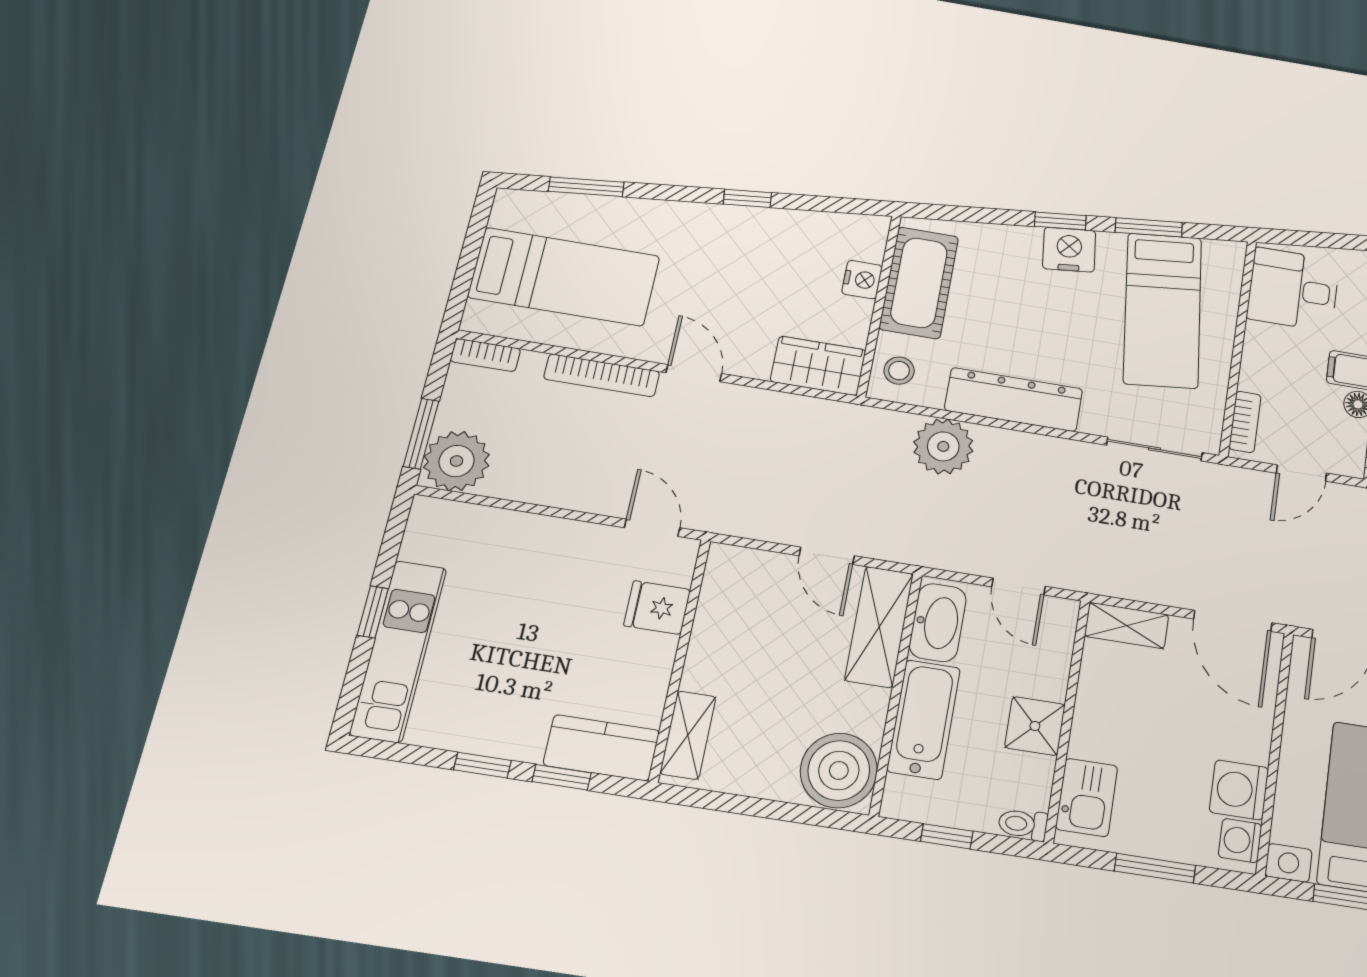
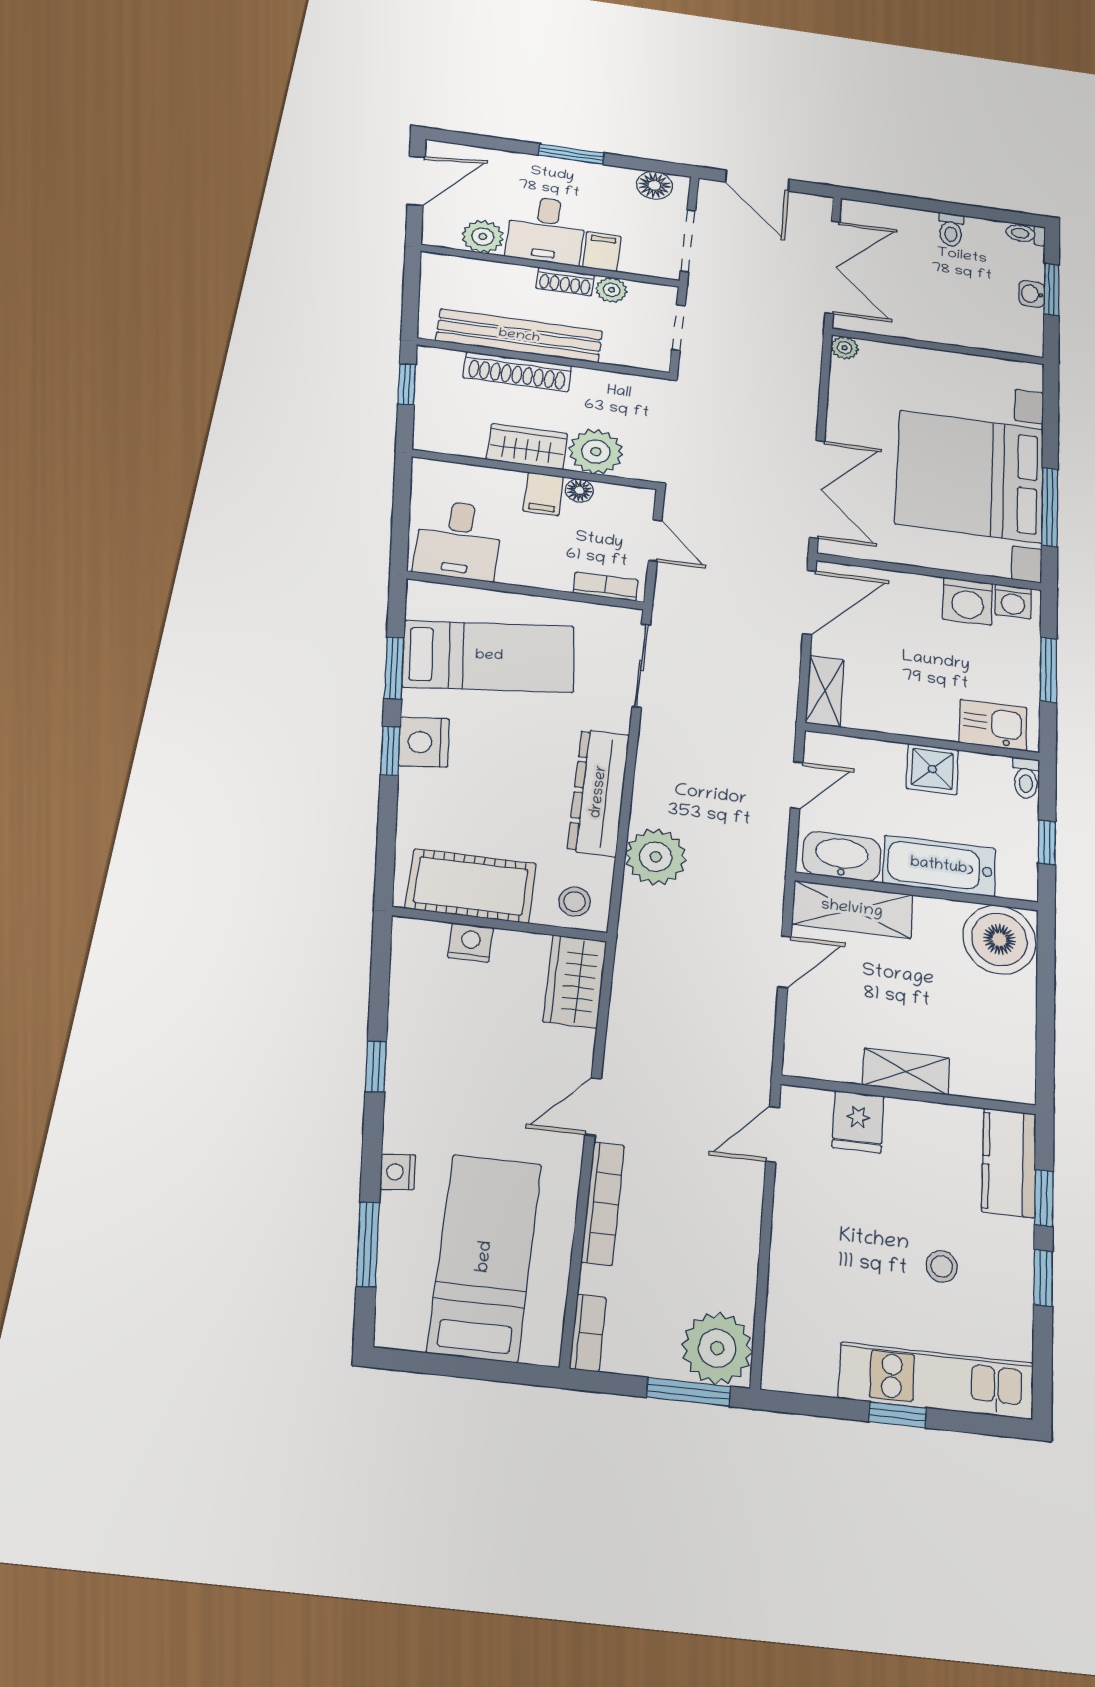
nightstand: (649, 212) -> (398, 1172), added
stool: (506, 669) -> (942, 1266), added
shelving: (688, 735) -> (906, 1071), moved

